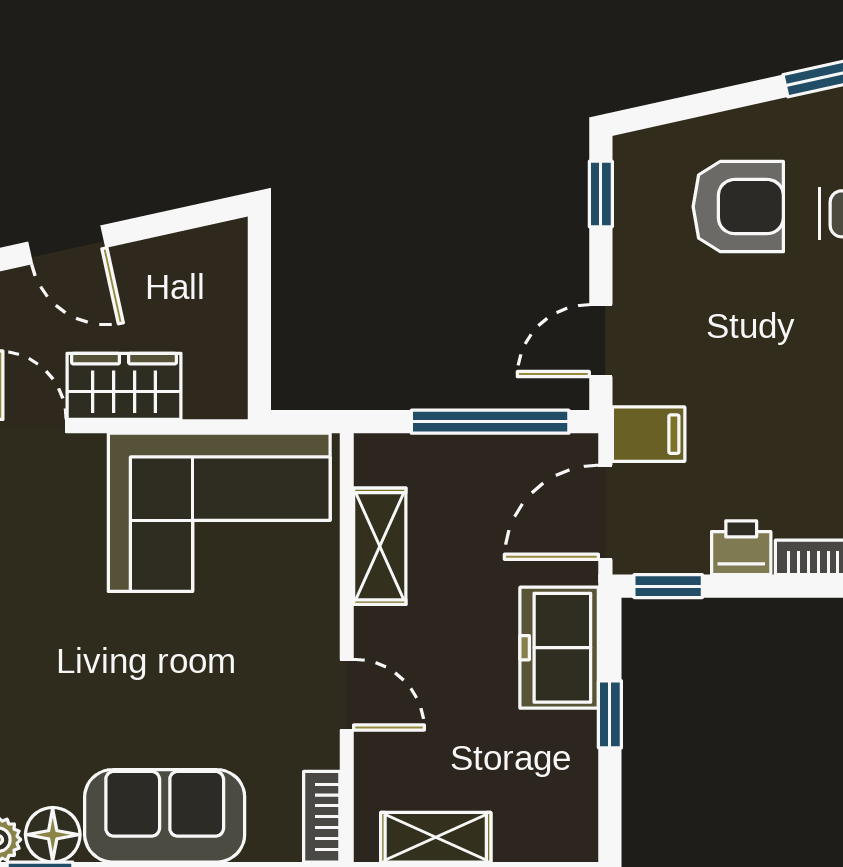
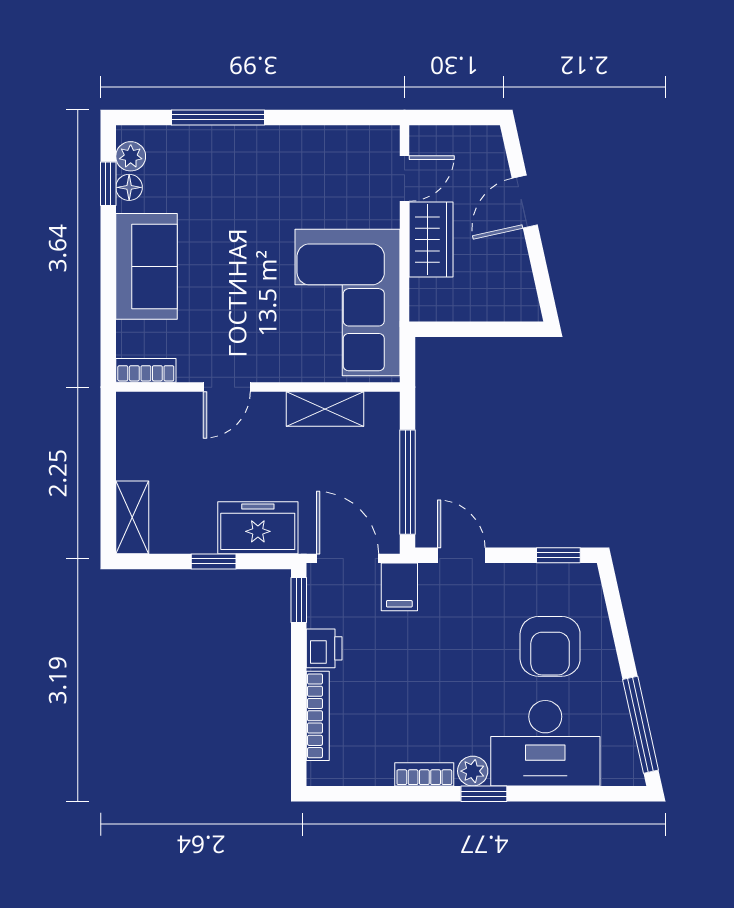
floor lamp: (53, 835) -> (129, 187), width x0.73, depth x0.73
shelving: (436, 837) -> (132, 517), moved

